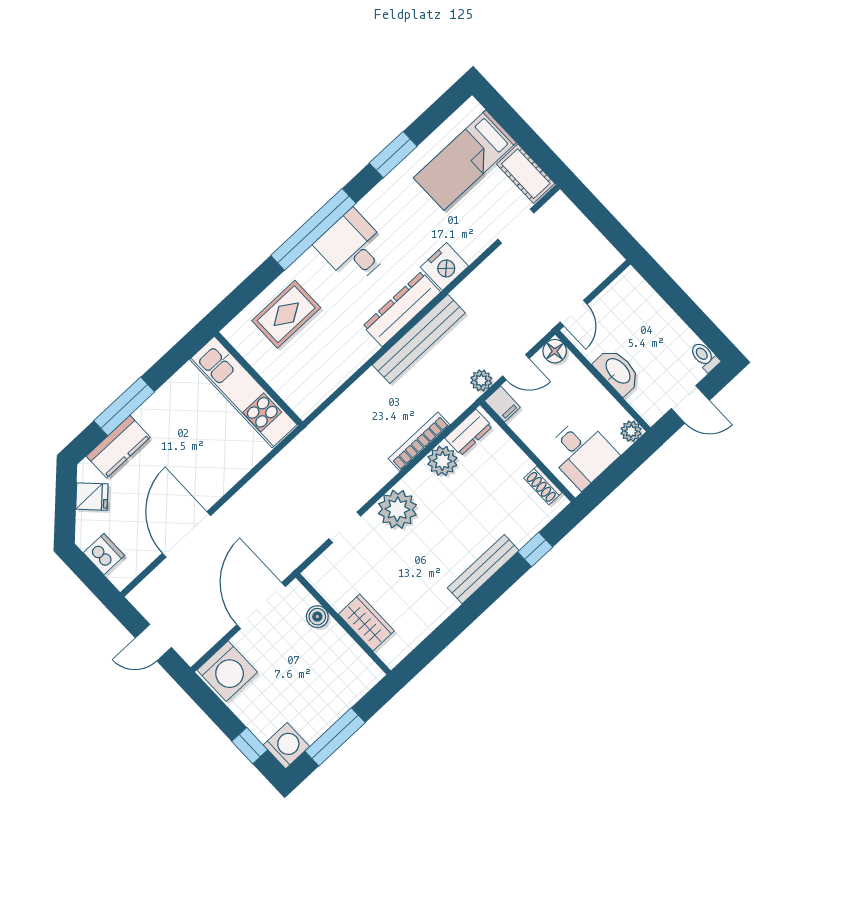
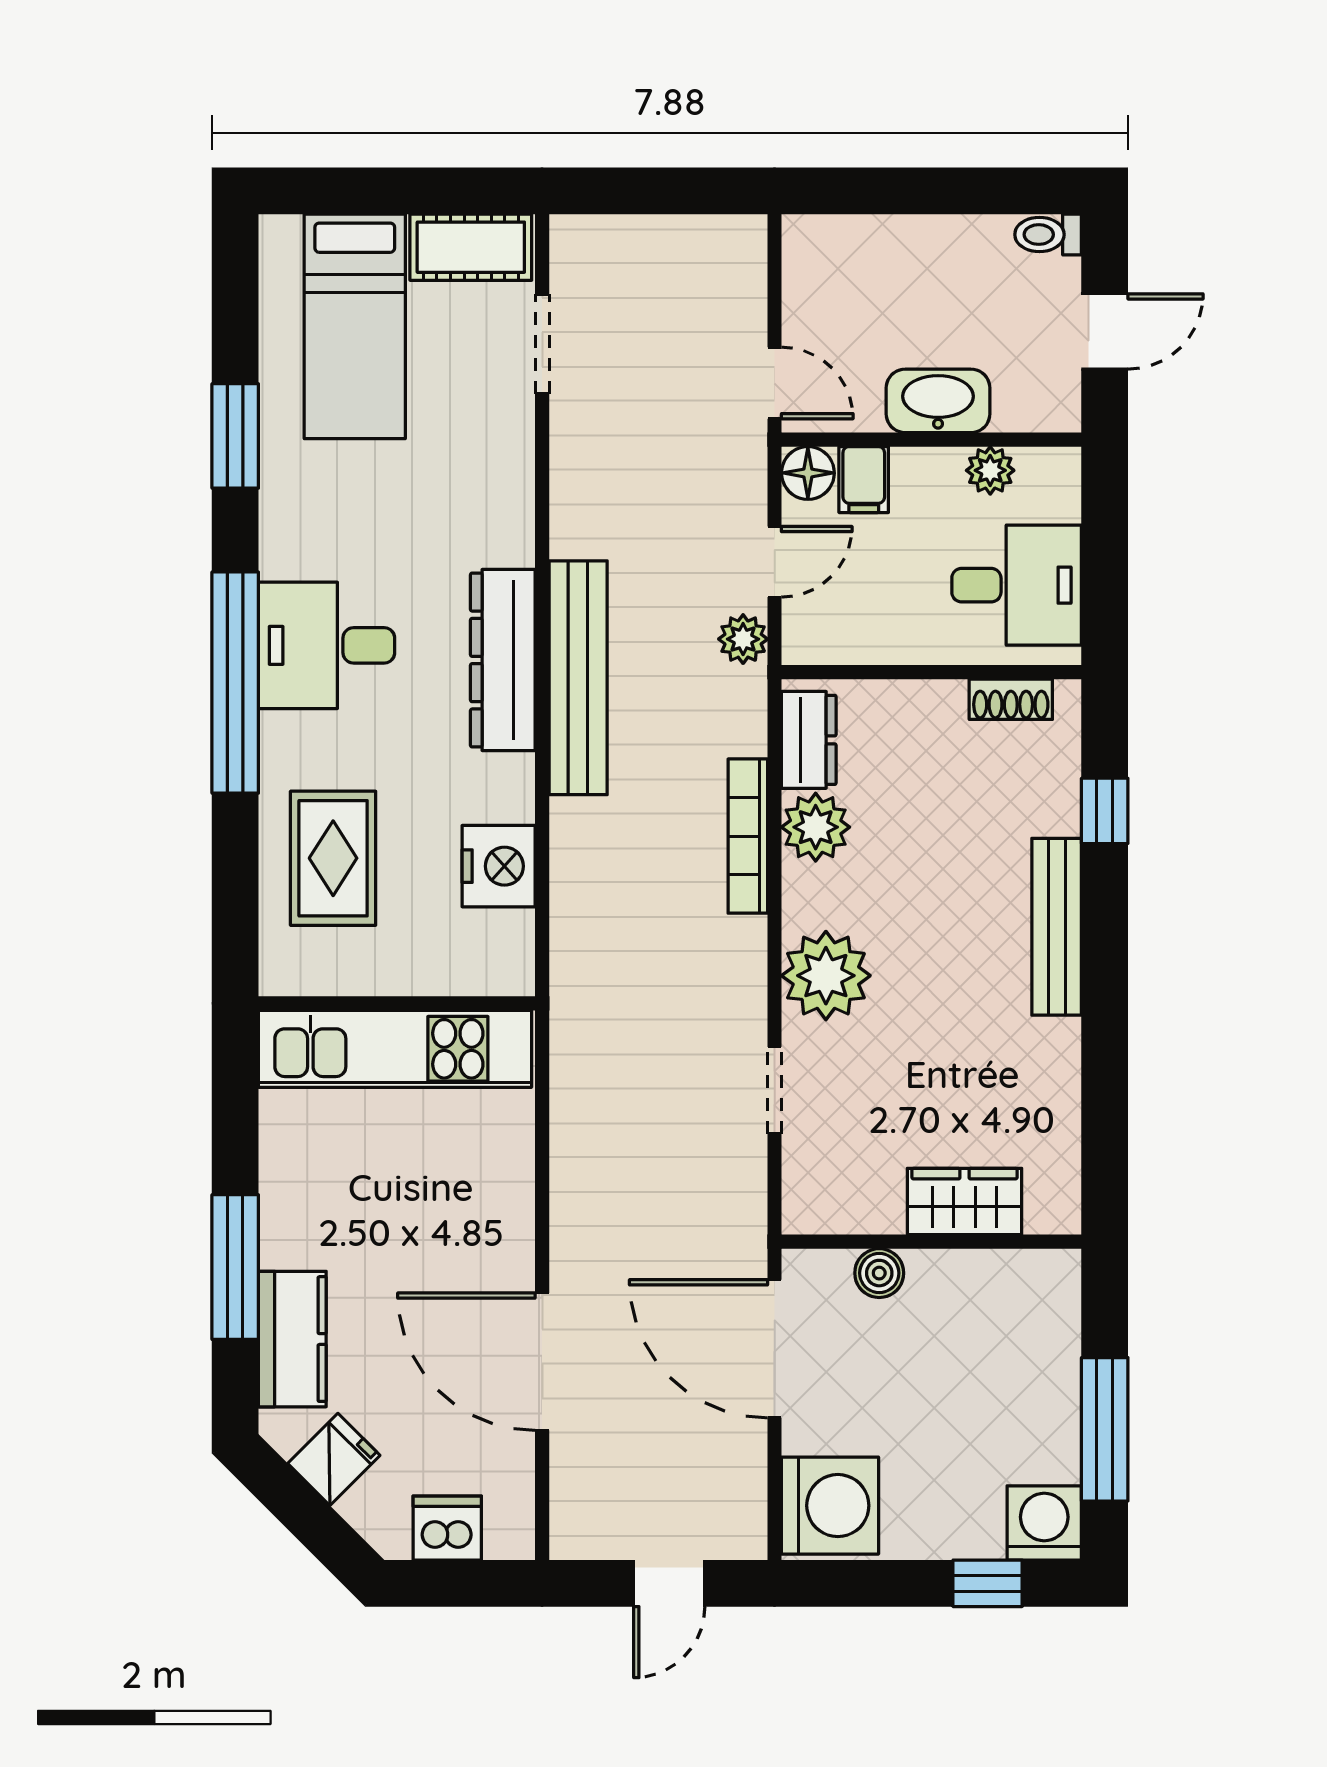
nightstand: (444, 267) -> (499, 866), moved
filing cabinet: (502, 404) -> (864, 480), moved, turned 90
plant: (631, 431) -> (990, 470), moved

